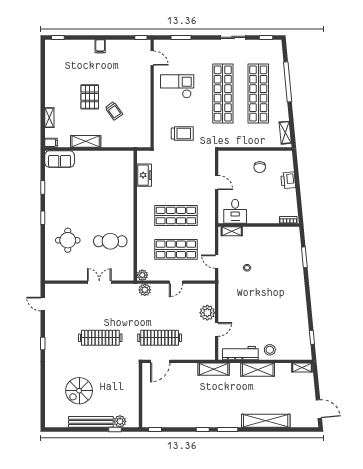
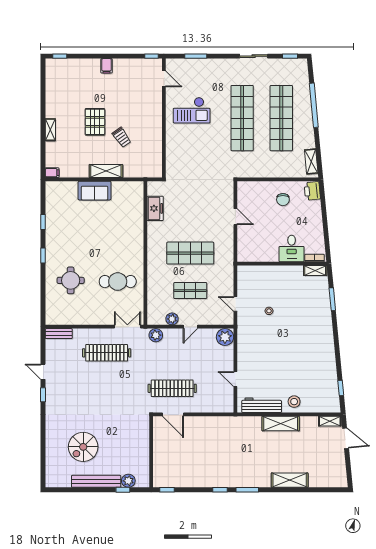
checkout: (177, 86) -> (192, 110), turned 180
shelving: (49, 118) -> (50, 130), moved
trolley: (182, 134) -> (197, 162), removed
shelving: (86, 141) -> (106, 171), moved
sofa: (60, 159) -> (95, 191), moved
printer: (288, 180) -> (312, 191), moved
desk: (235, 211) -> (292, 248), moved
shelving: (232, 231) -> (315, 271), moved
shop shelf: (176, 249) -> (190, 291), width x0.70, depth x0.74
plant: (142, 275) -> (172, 319), moved
double door: (99, 282) -> (127, 327), moved
bench: (57, 288) -> (59, 334), added
door: (43, 304) -> (43, 372), moved
plant: (207, 313) -> (225, 337), moved
door: (217, 329) -> (235, 379), swing flipped
clothes rail: (100, 338) -> (107, 353), moved
door: (160, 361) -> (173, 414), hinge flipped
shelving: (214, 369) -> (232, 423), removed
door: (319, 409) -> (346, 438), moved
shelving: (266, 421) -> (290, 480), width x0.68

